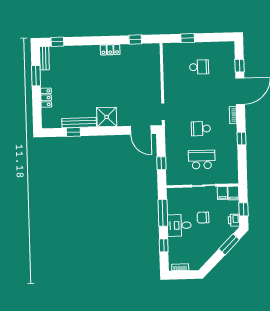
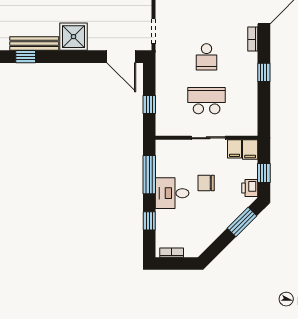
school desk: (201, 129) -> (207, 57), turned -90

